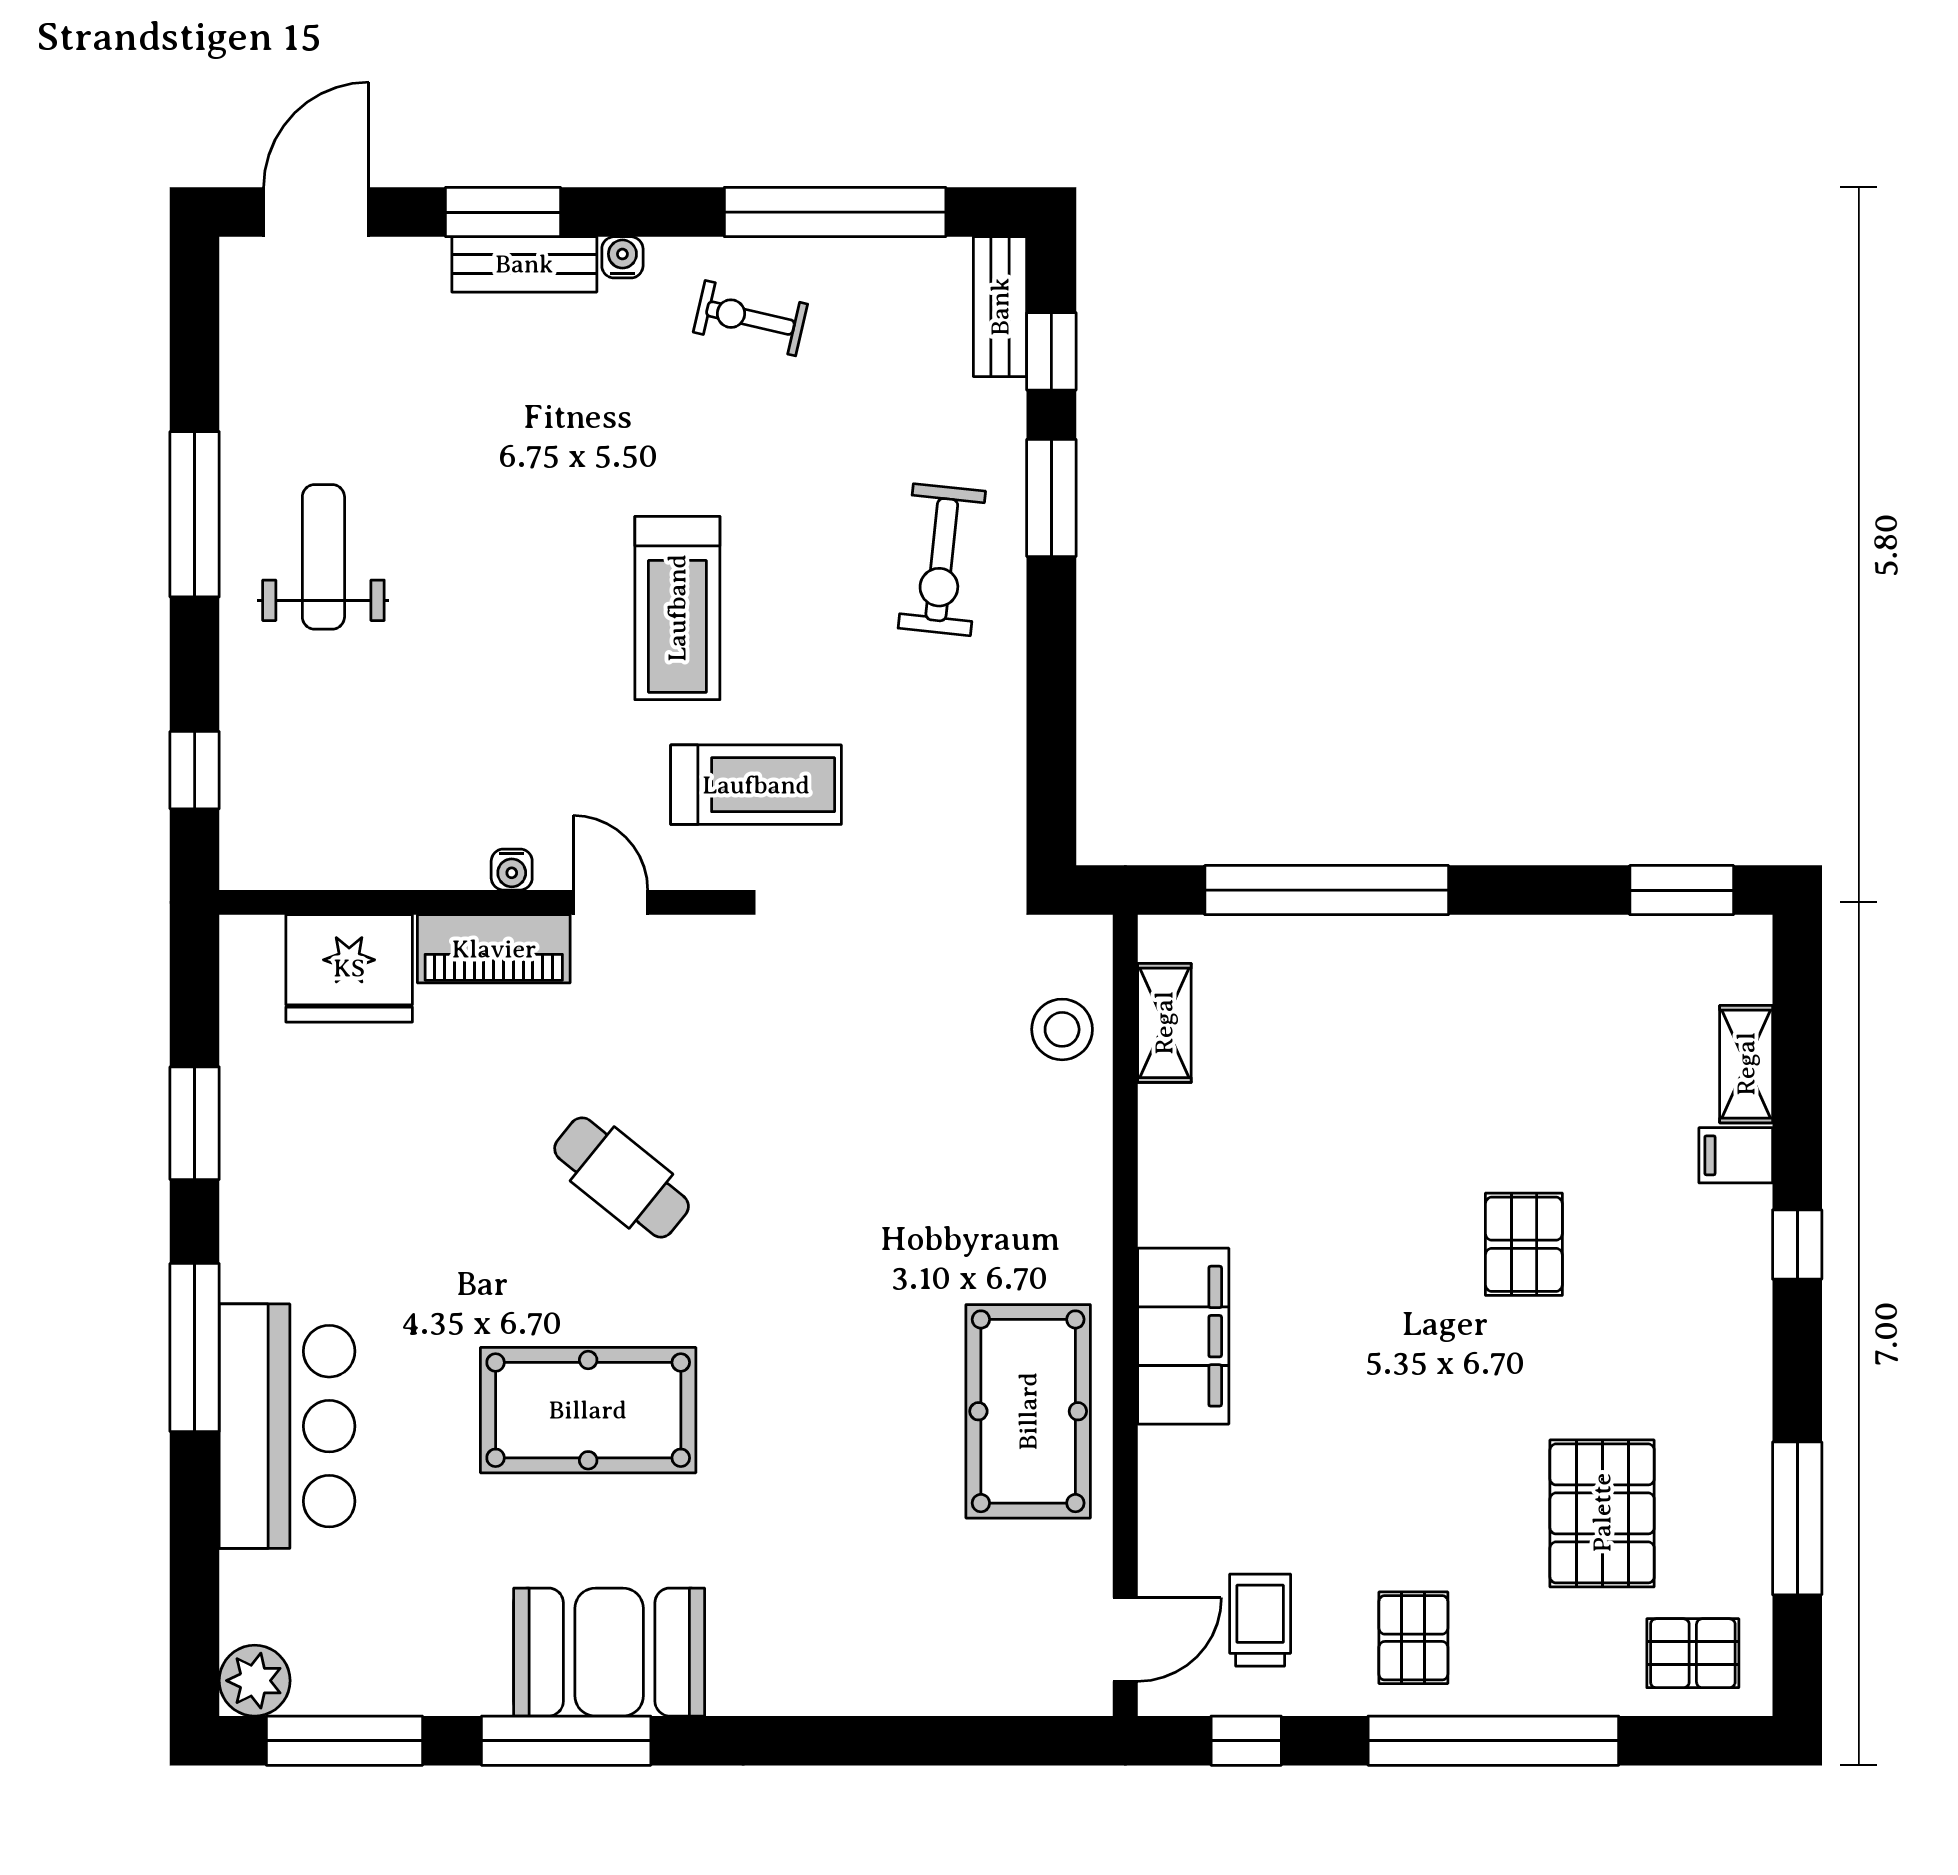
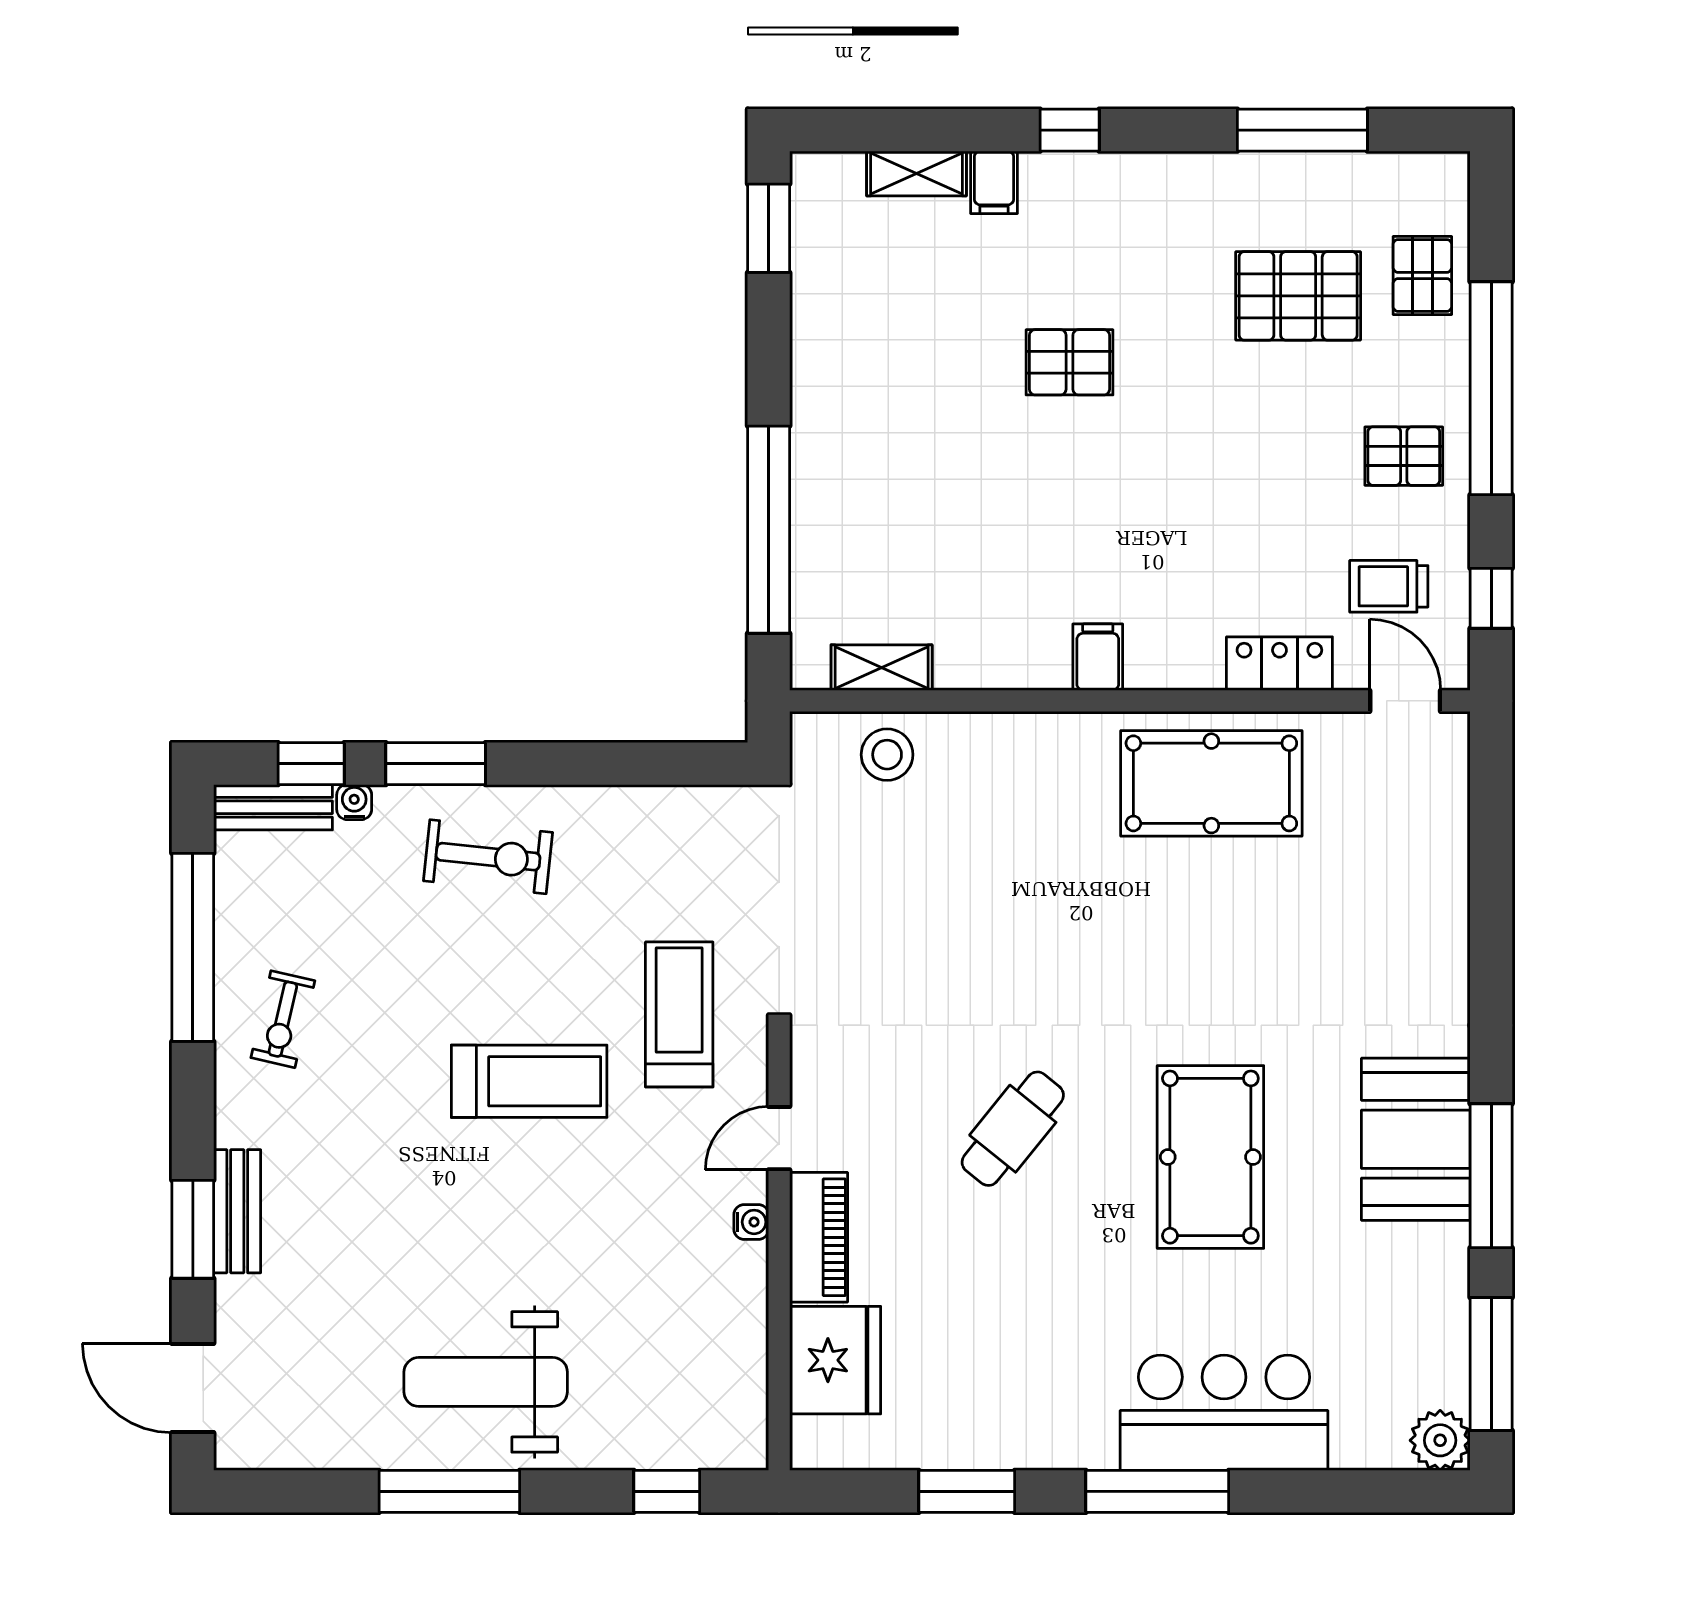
water cooler: (622, 257) -> (354, 802), moved, turned 90
weight bench: (323, 557) -> (486, 1382), width x1.36, depth x1.33
filing cabinet: (1183, 1336) -> (1098, 657), width x0.33, depth x0.86
locker: (1169, 1491) -> (1279, 664), added
pallet: (1693, 1653) -> (1422, 275), moved

